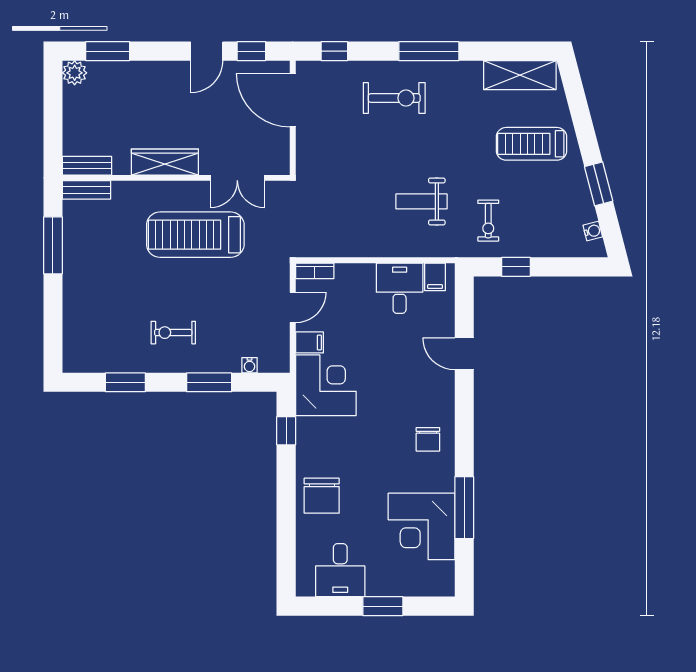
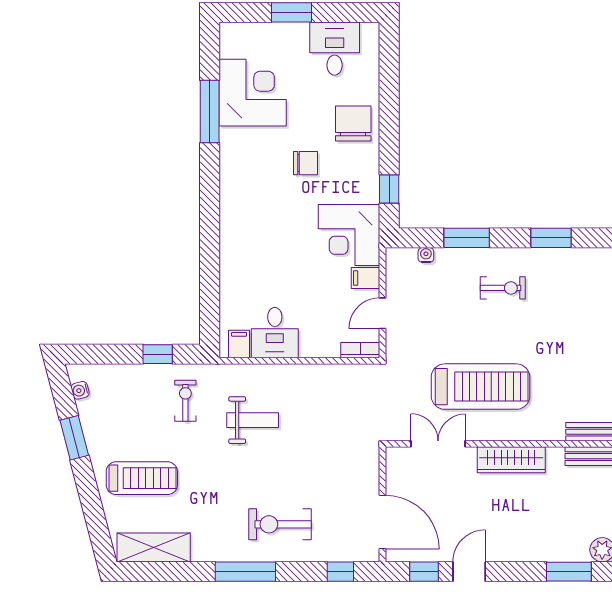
door: (464, 354) -> (210, 267), removed
chair: (428, 439) -> (306, 163), moved, turned 90

